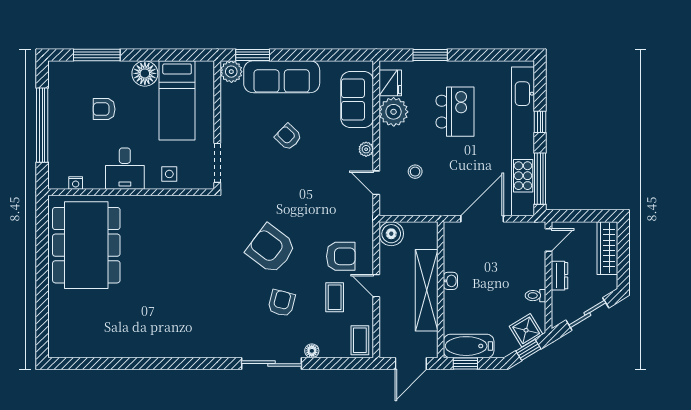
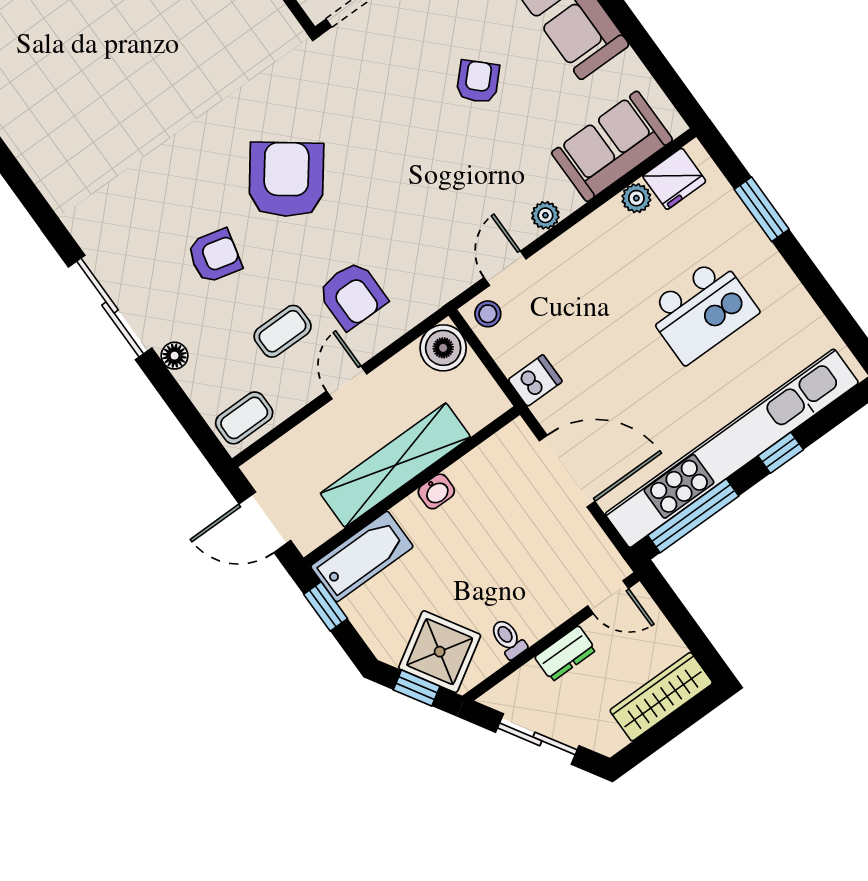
plant: (394, 112) -> (636, 198), width x0.53, depth x0.53
stool: (415, 172) -> (488, 314), moved
dishwasher: (434, 204) -> (535, 381), added
shower: (526, 330) -> (440, 652), width x1.36, depth x1.36
bathtub: (469, 346) -> (362, 557), moved, turned 90

